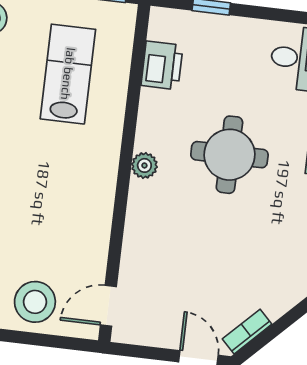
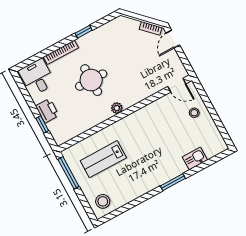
printer: (162, 65) -> (47, 111), moved, turned 90
stool: (35, 302) -> (194, 113), width x0.53, depth x0.53

